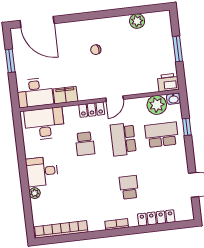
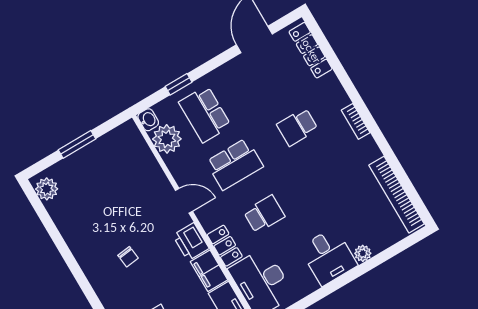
plant: (137, 21) -> (47, 189), moved
printer: (168, 82) -> (191, 242), moved
locker: (92, 110) -> (225, 246), moved
locker: (156, 218) -> (311, 50), moved

